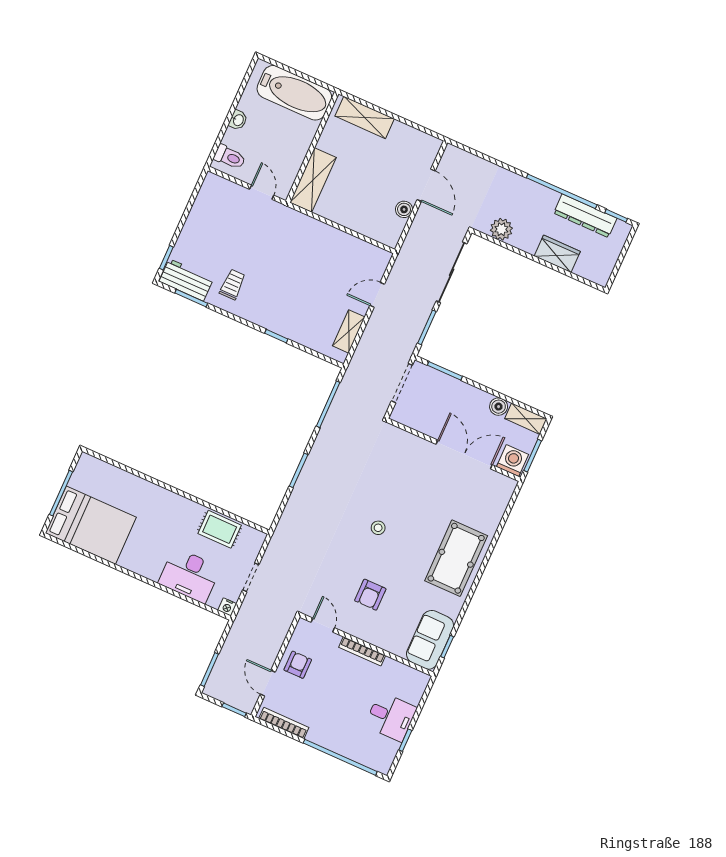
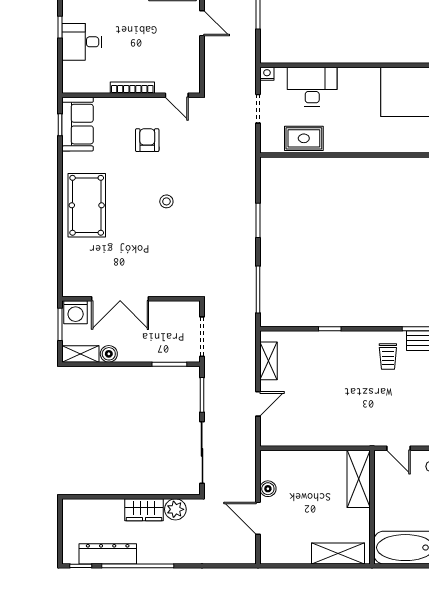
wardrobe: (557, 254) -> (144, 510), moved
armchair: (298, 665) -> (183, 51), removed

